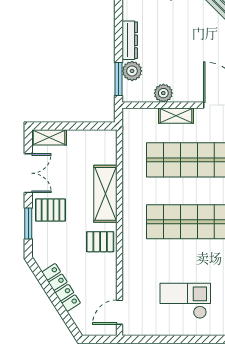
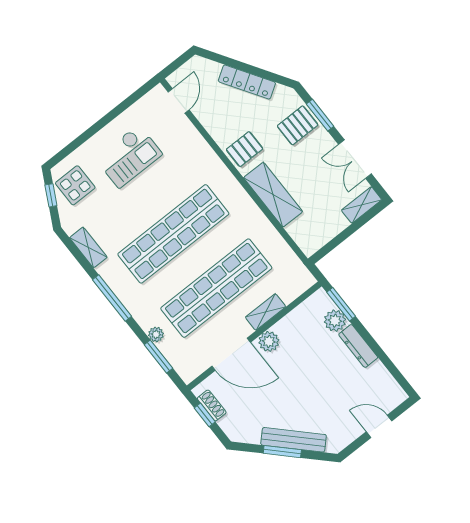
plant: (163, 93) -> (269, 341), moved
pallet: (51, 210) -> (298, 125), moved

